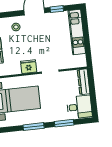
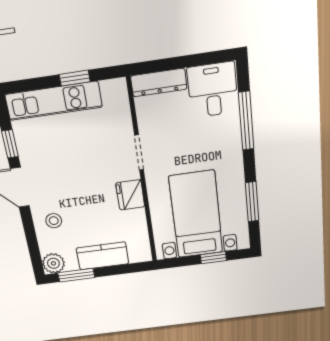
window: (87, 43) -> (75, 78), added
window: (64, 123) -> (246, 121), width x1.44
window: (34, 127) -> (252, 202), moved

